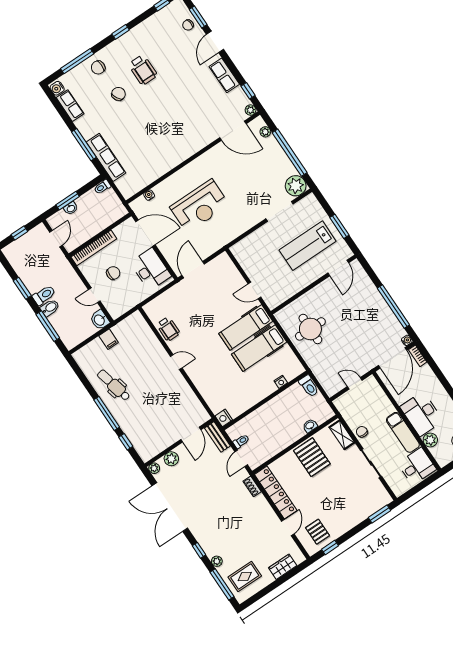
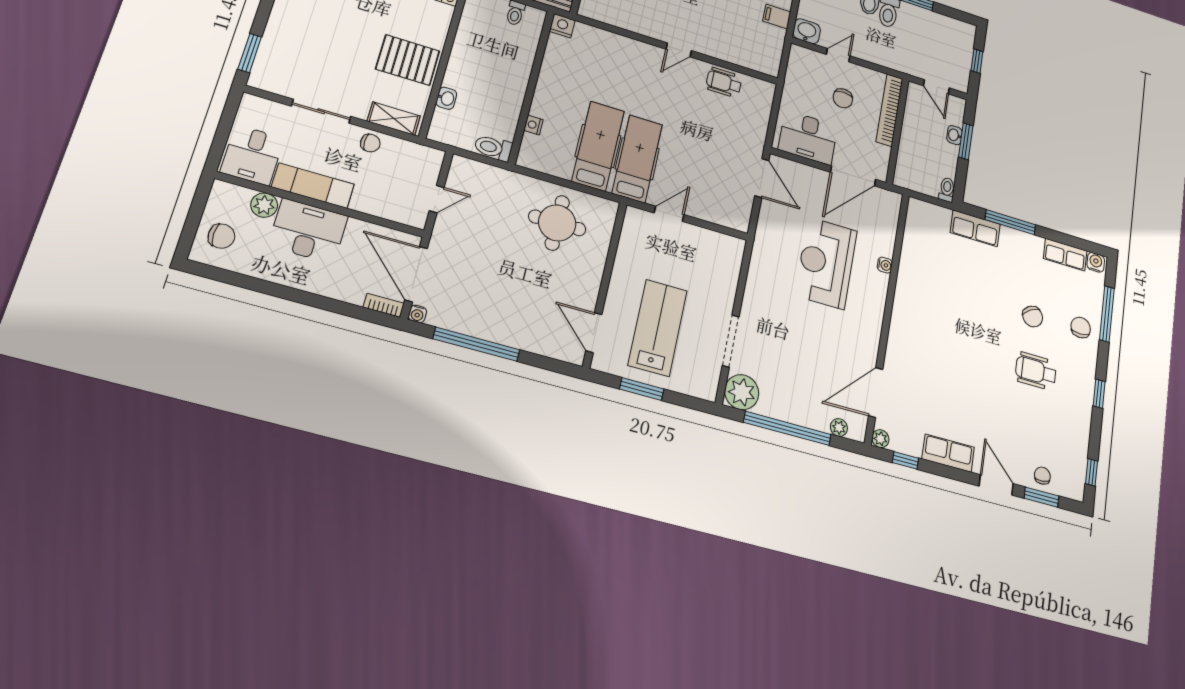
row of seats: (106, 157) -> (975, 228), width x0.68
water cooler: (149, 195) -> (885, 265), moved

